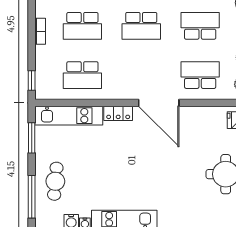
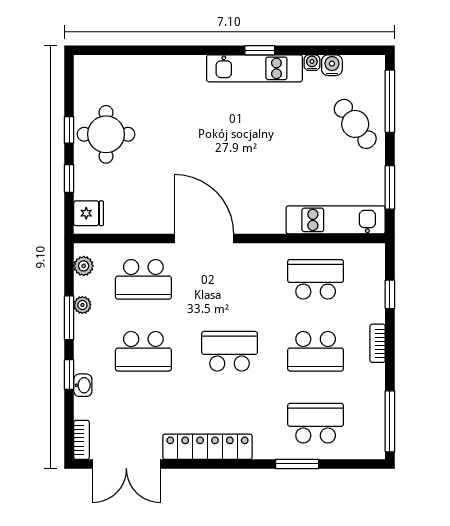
school desk: (82, 26) -> (316, 351), turned 180
window: (32, 80) -> (390, 294), moved
locker: (118, 113) -> (263, 223), removed
cafe table: (55, 181) -> (355, 124), turned -42

